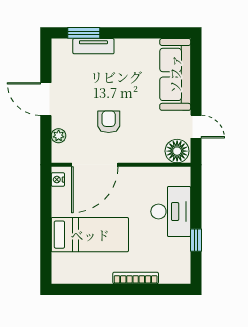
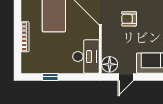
armchair: (109, 122) -> (129, 19), turned 180
desk: (171, 212) -> (86, 57), moved, turned -90

